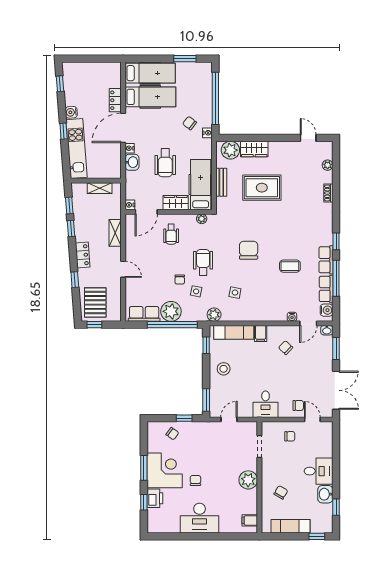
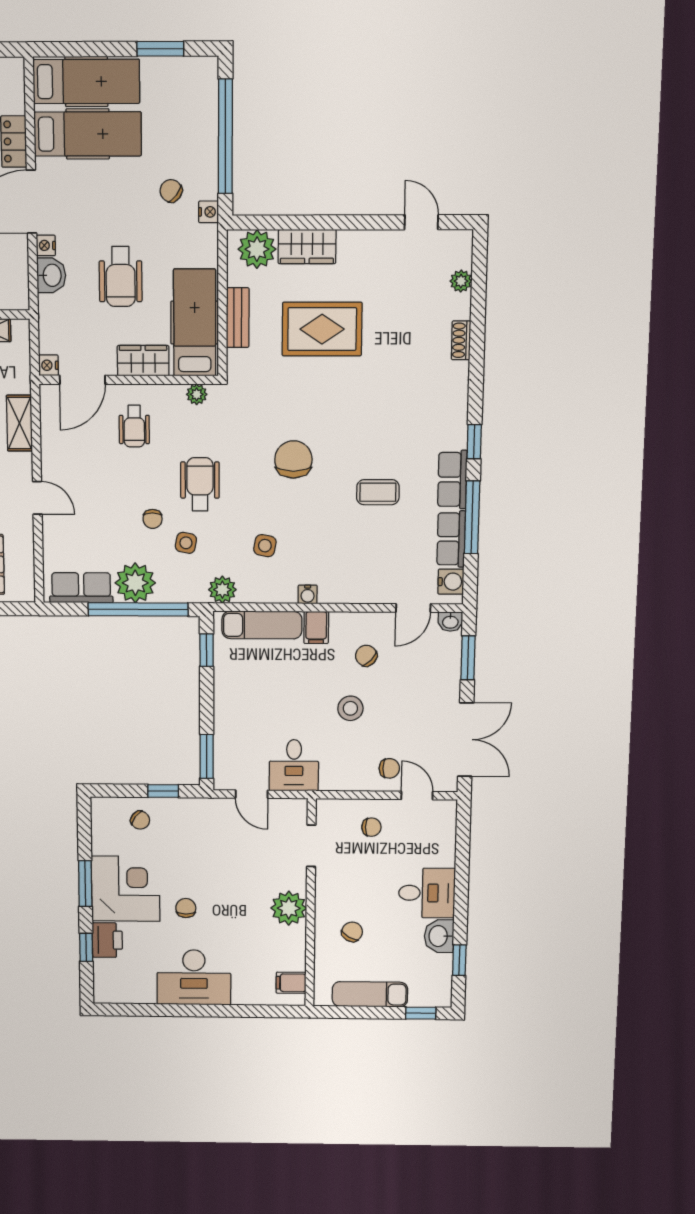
water cooler: (292, 317) -> (308, 594), moved
stool: (224, 369) -> (350, 708), moved
desk: (266, 404) -> (294, 765), moved
door: (229, 419) -> (252, 794), swing flipped

